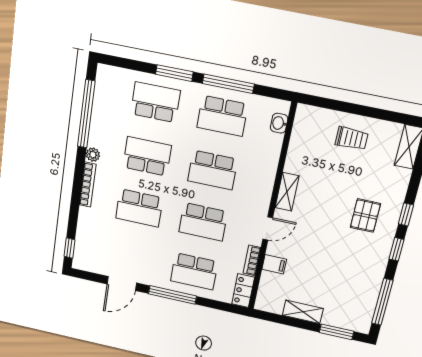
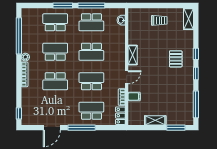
school desk: (203, 222) -> (91, 81), turned 180
school desk: (194, 271) -> (91, 111), turned 180

